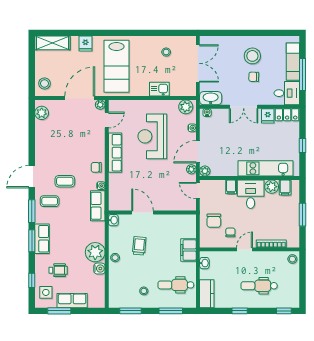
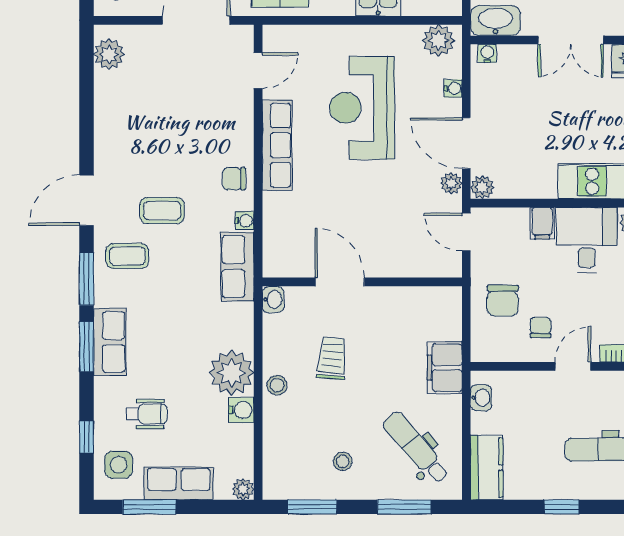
plant: (100, 105) -> (243, 489), moved
door: (198, 152) -> (466, 143), hinge flipped
dental chair: (176, 285) -> (416, 448), turned 49

